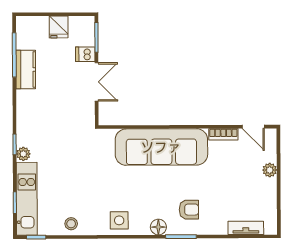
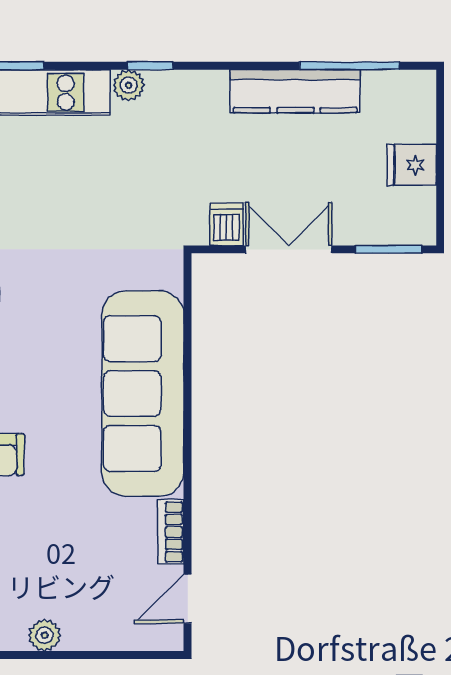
dishwasher: (85, 54) -> (226, 224), moved
kitchen counter: (26, 70) -> (295, 91), width x1.50
double door: (97, 82) -> (289, 249), swing flipped
plant: (270, 170) -> (44, 635), moved

